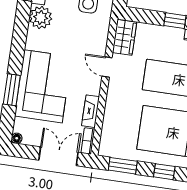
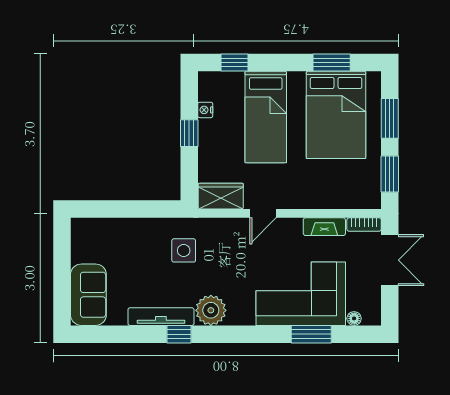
floor lamp: (17, 138) -> (354, 318), moved
double door: (59, 156) -> (390, 260), swing flipped
window: (164, 172) -> (390, 118), width x1.50

